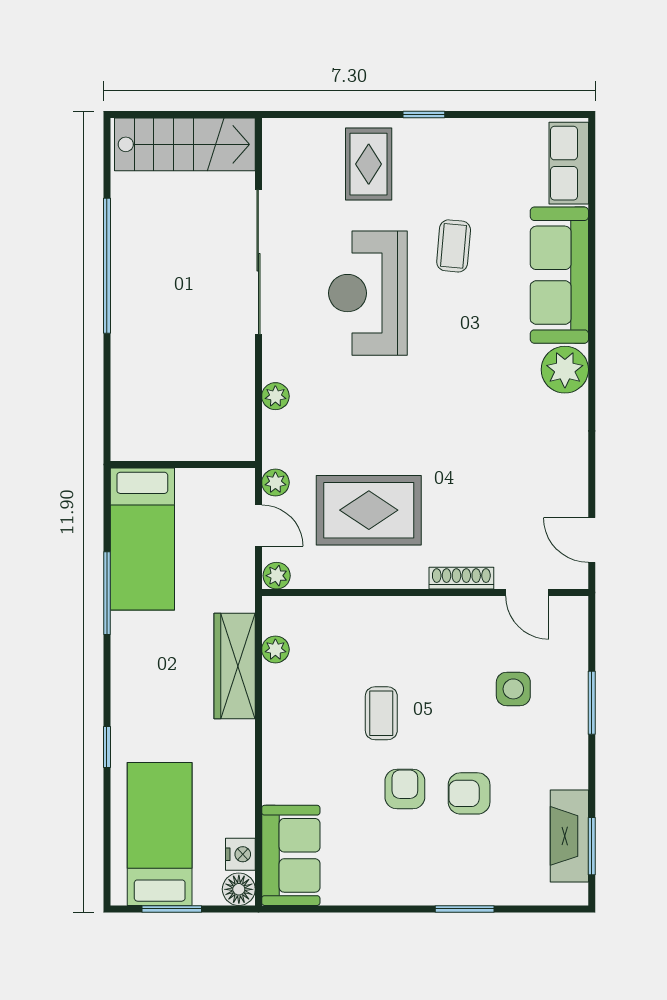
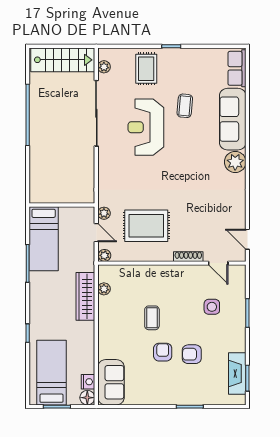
plant: (275, 396) -> (104, 67), moved

